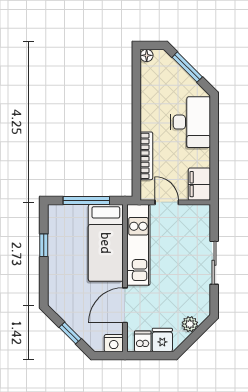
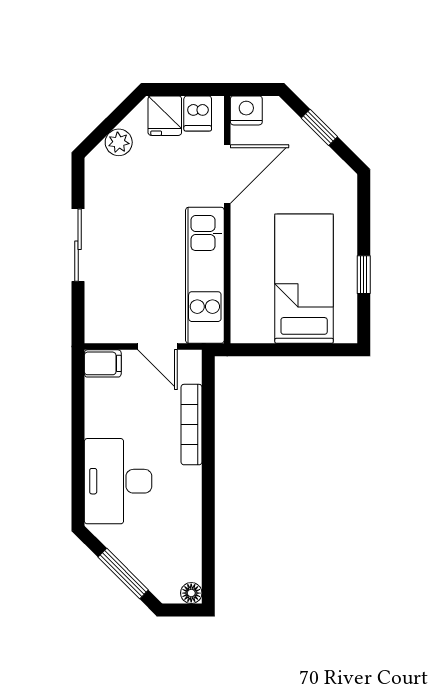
filing cabinet: (199, 184) -> (103, 363), width x0.50
window: (86, 200) -> (292, 350), removed
bed: (106, 243) -> (304, 279), moved

